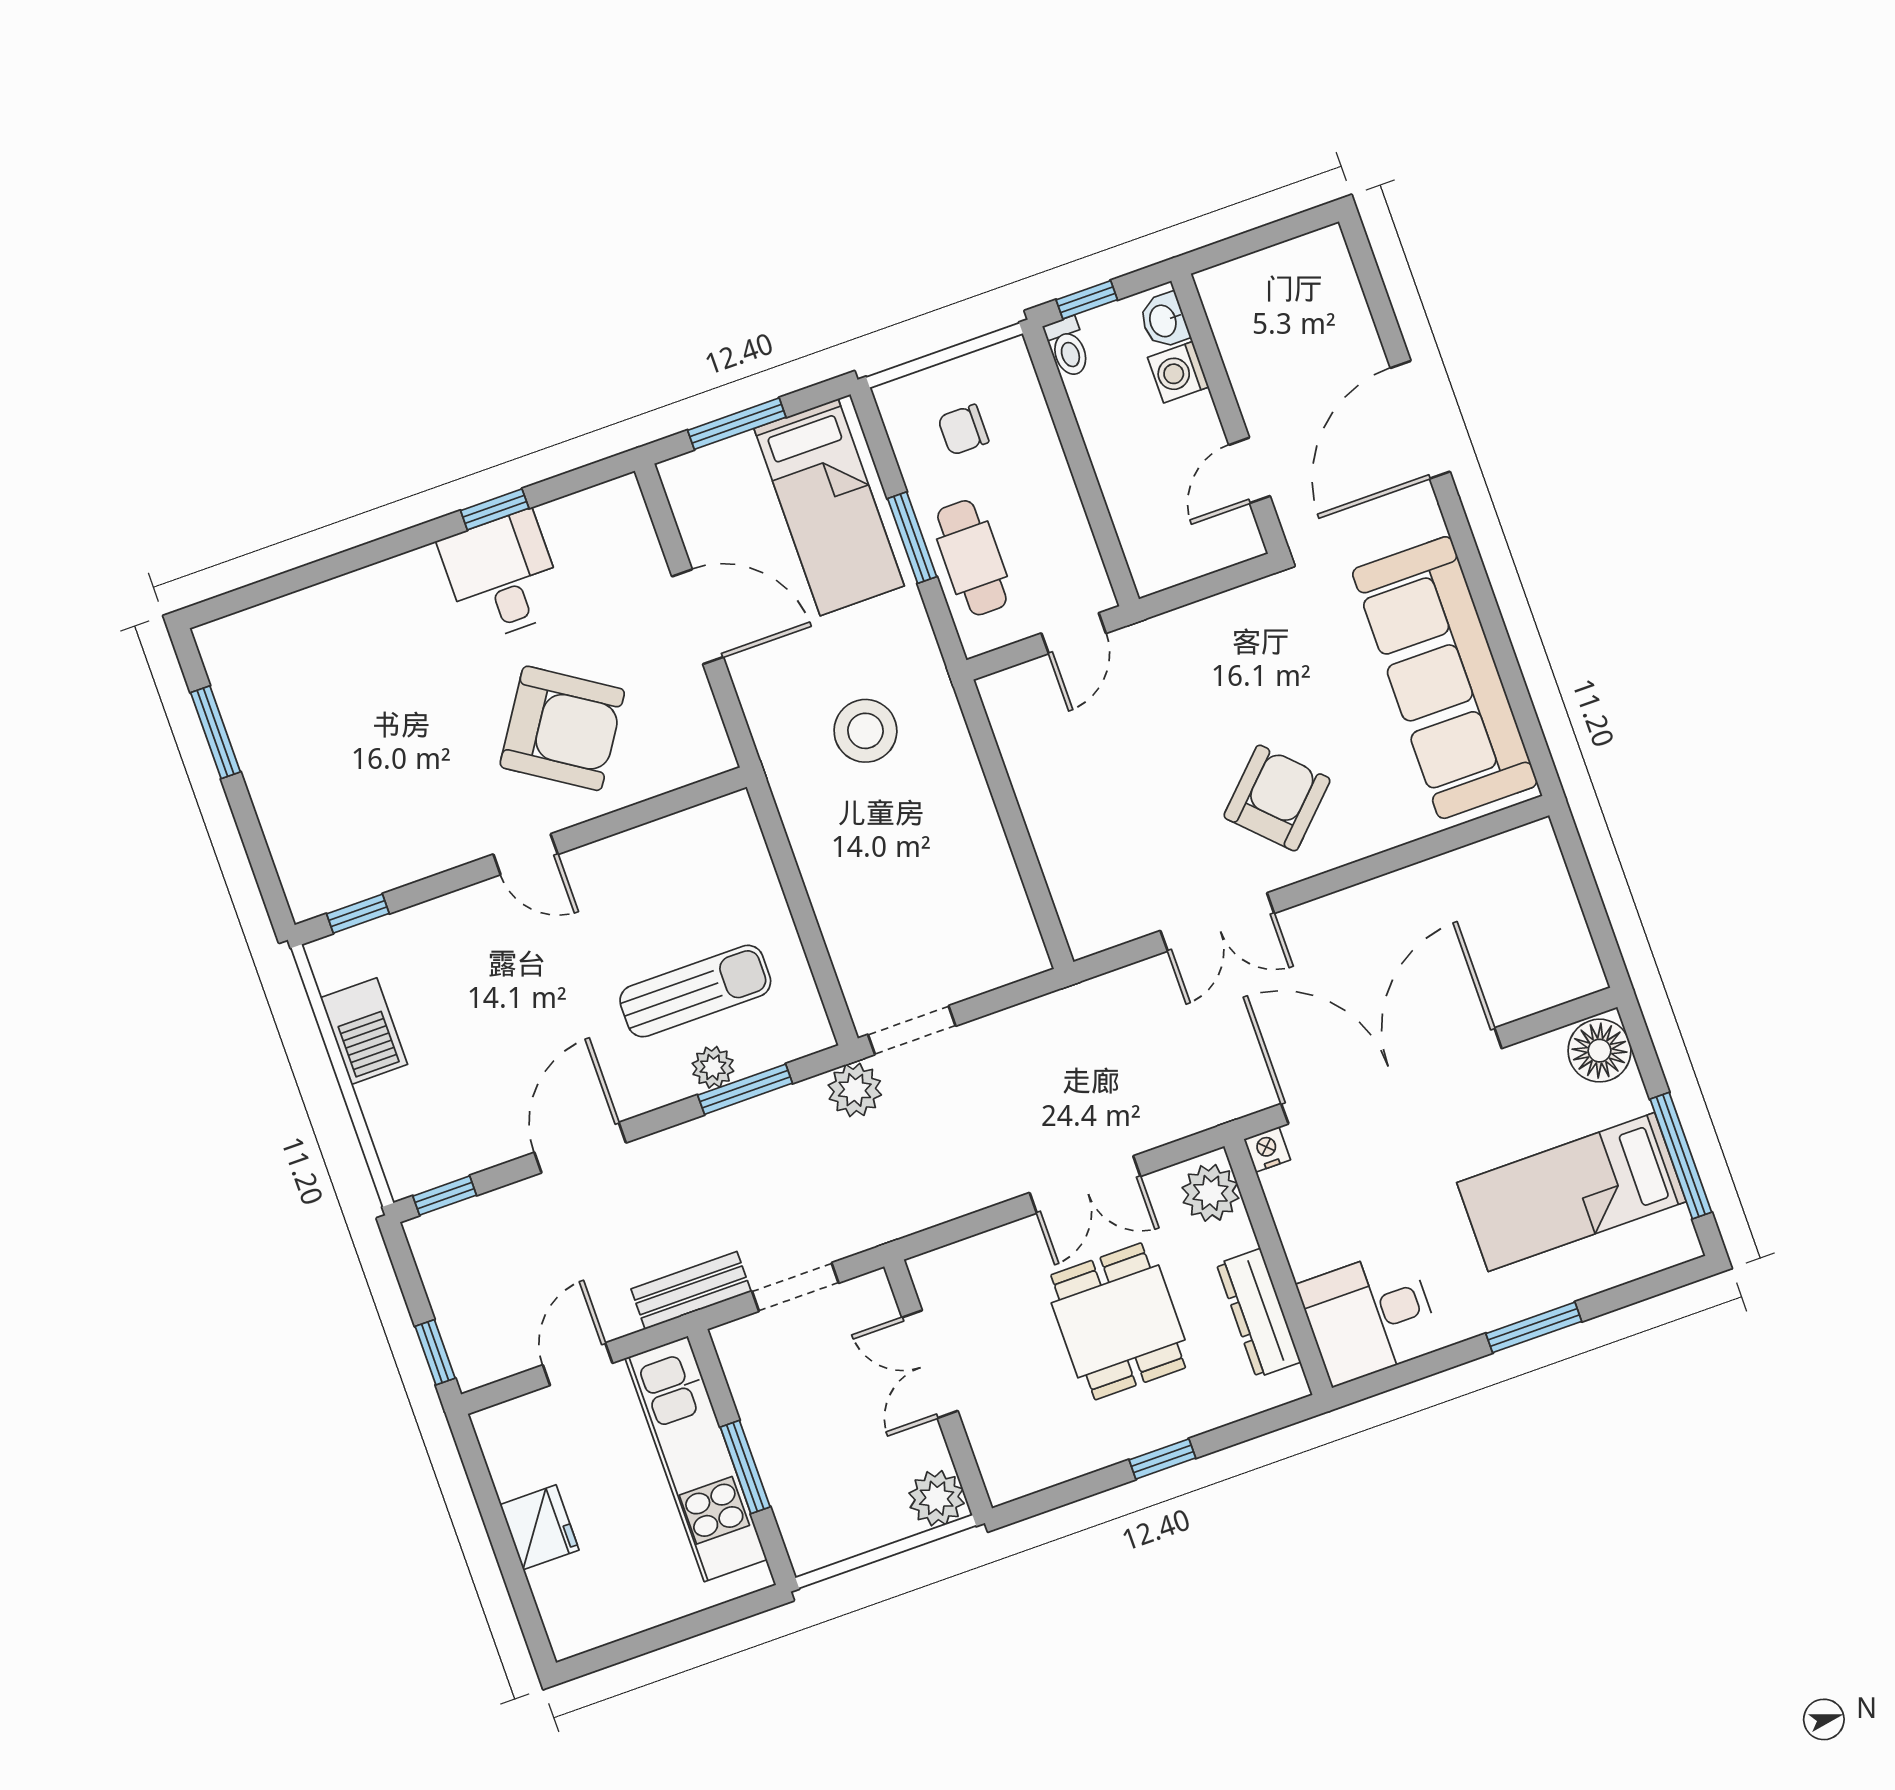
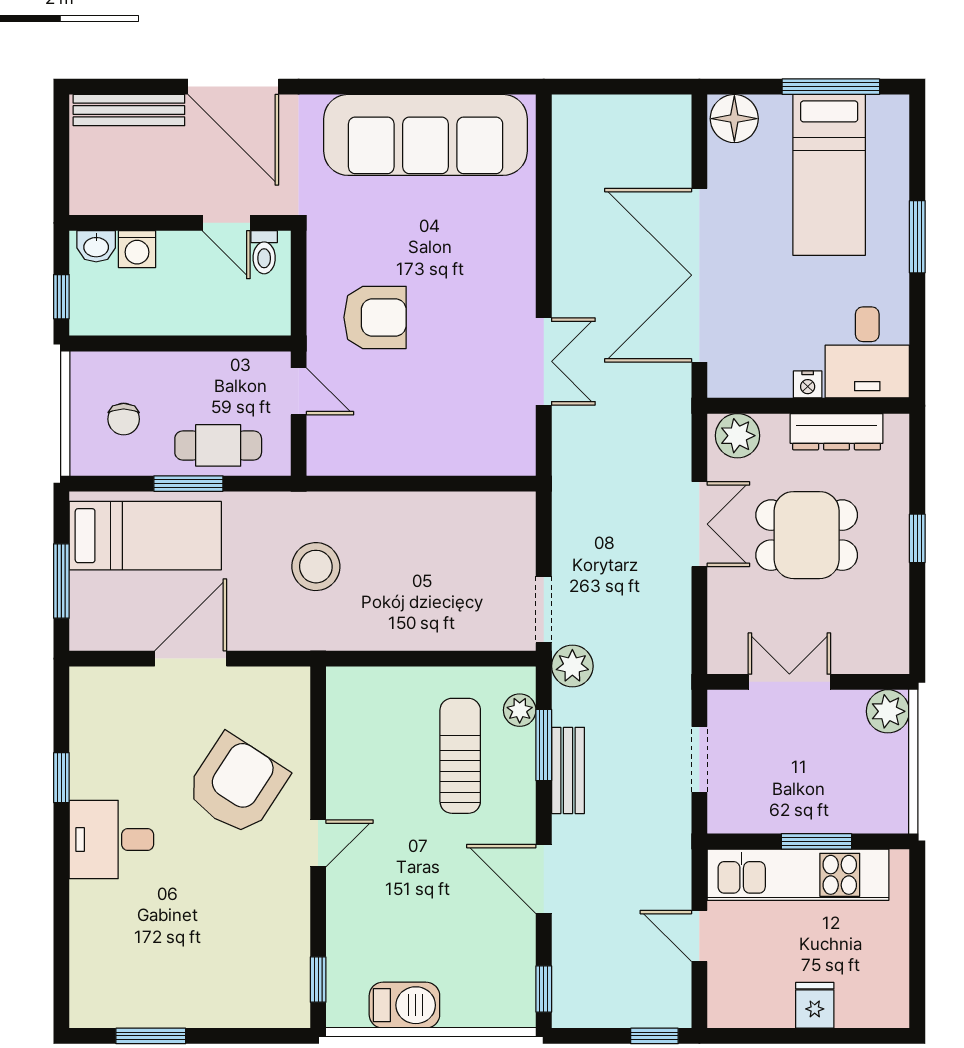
bench: (1346, 302) -> (129, 110), added
toilet: (1068, 347) -> (264, 252), moved, turned 90
desk: (502, 576) -> (111, 839), moved
armchair: (1277, 798) -> (375, 317), moved, turned 135
plant: (713, 1067) -> (520, 710), moved
nightstand: (1267, 1149) -> (808, 384), moved, turned -90
bench: (691, 1290) -> (568, 770), moved
double door: (930, 1364) -> (789, 682), swing flipped
fridge: (540, 1527) -> (815, 1005), width x0.72

